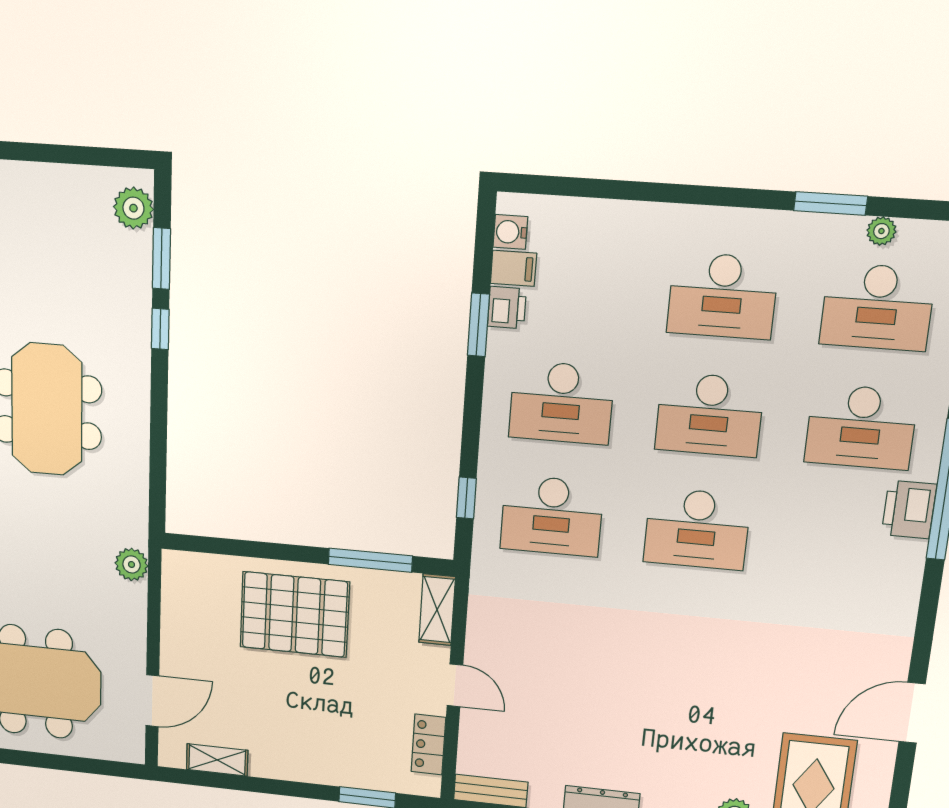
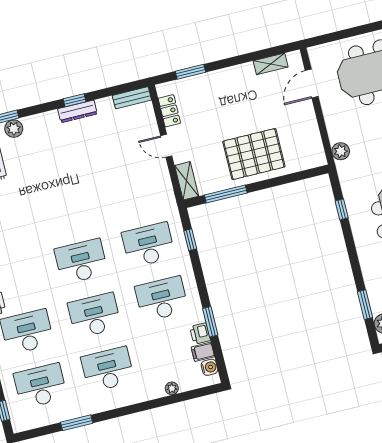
plant: (881, 231) -> (172, 388), moved
window: (160, 329) -> (342, 209), moved

